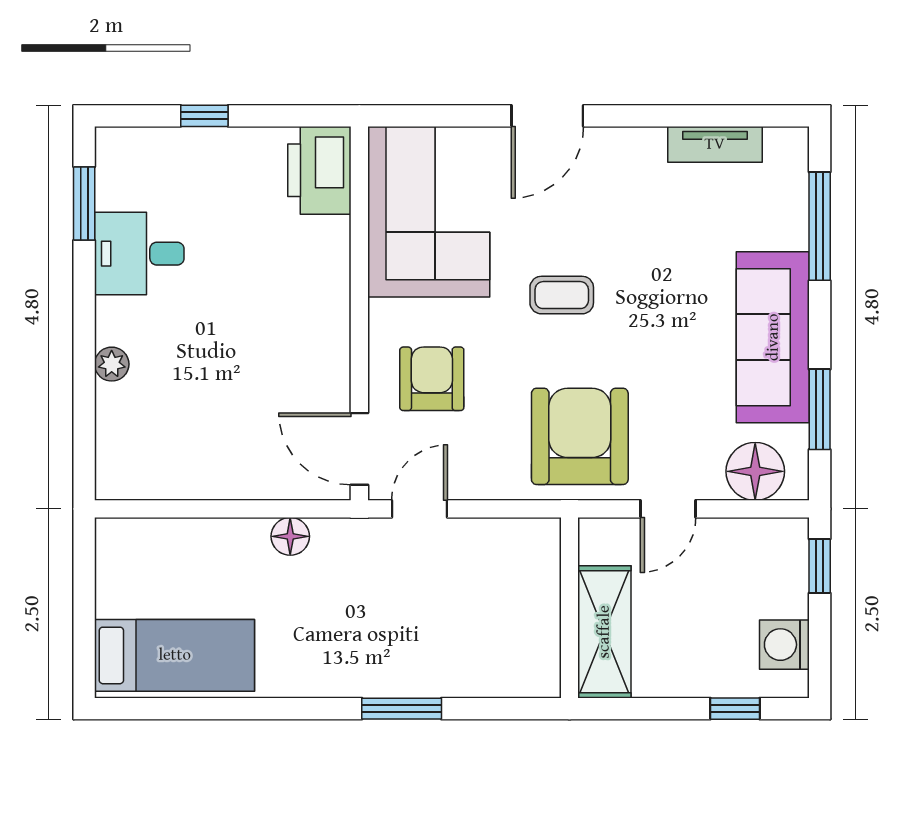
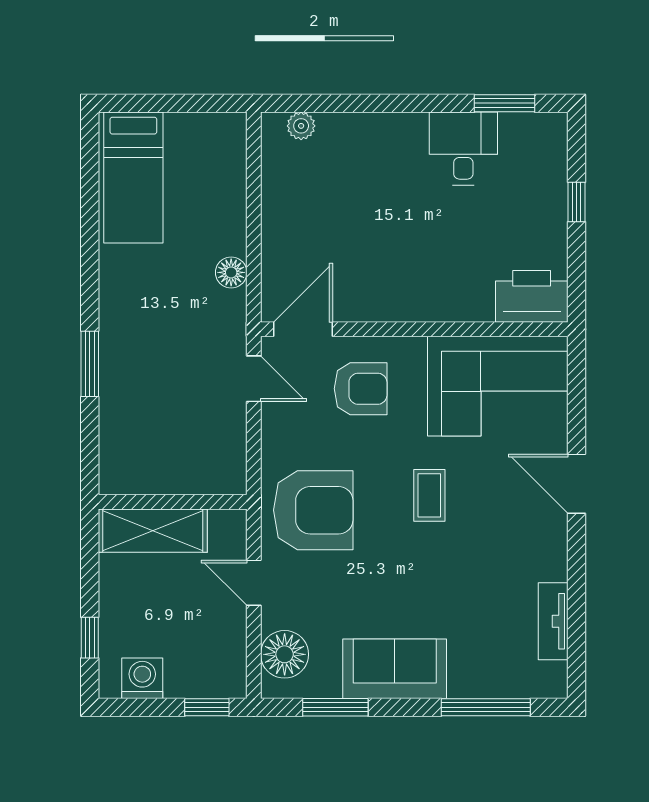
sofa: (773, 337) -> (395, 669), width x0.73
plant: (112, 364) -> (301, 126), moved

